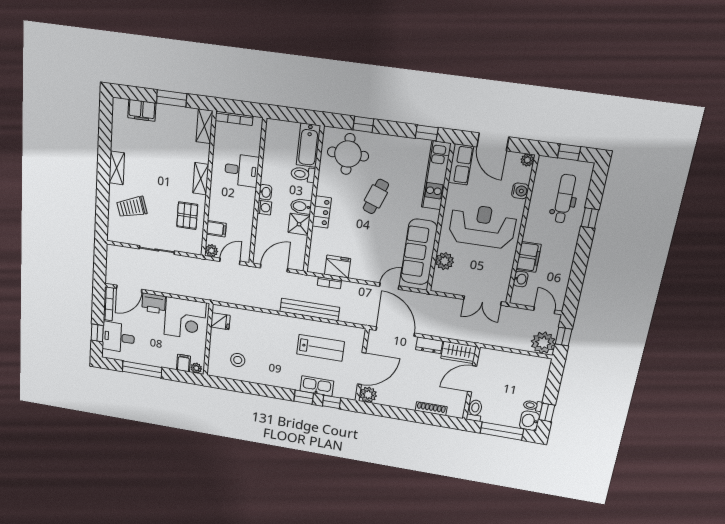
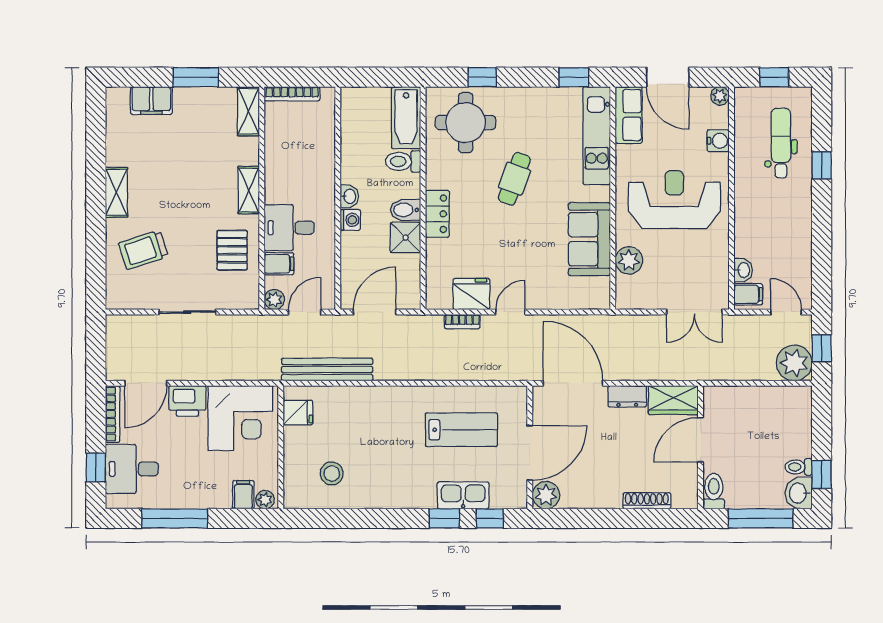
desk: (242, 170) -> (289, 228), moved, turned 180
sofa: (419, 252) -> (589, 239), width x0.73
filing cabinet: (529, 257) -> (748, 294), moved, width x0.50
door: (389, 286) -> (510, 312), moved
bench: (310, 310) -> (327, 369), moved

